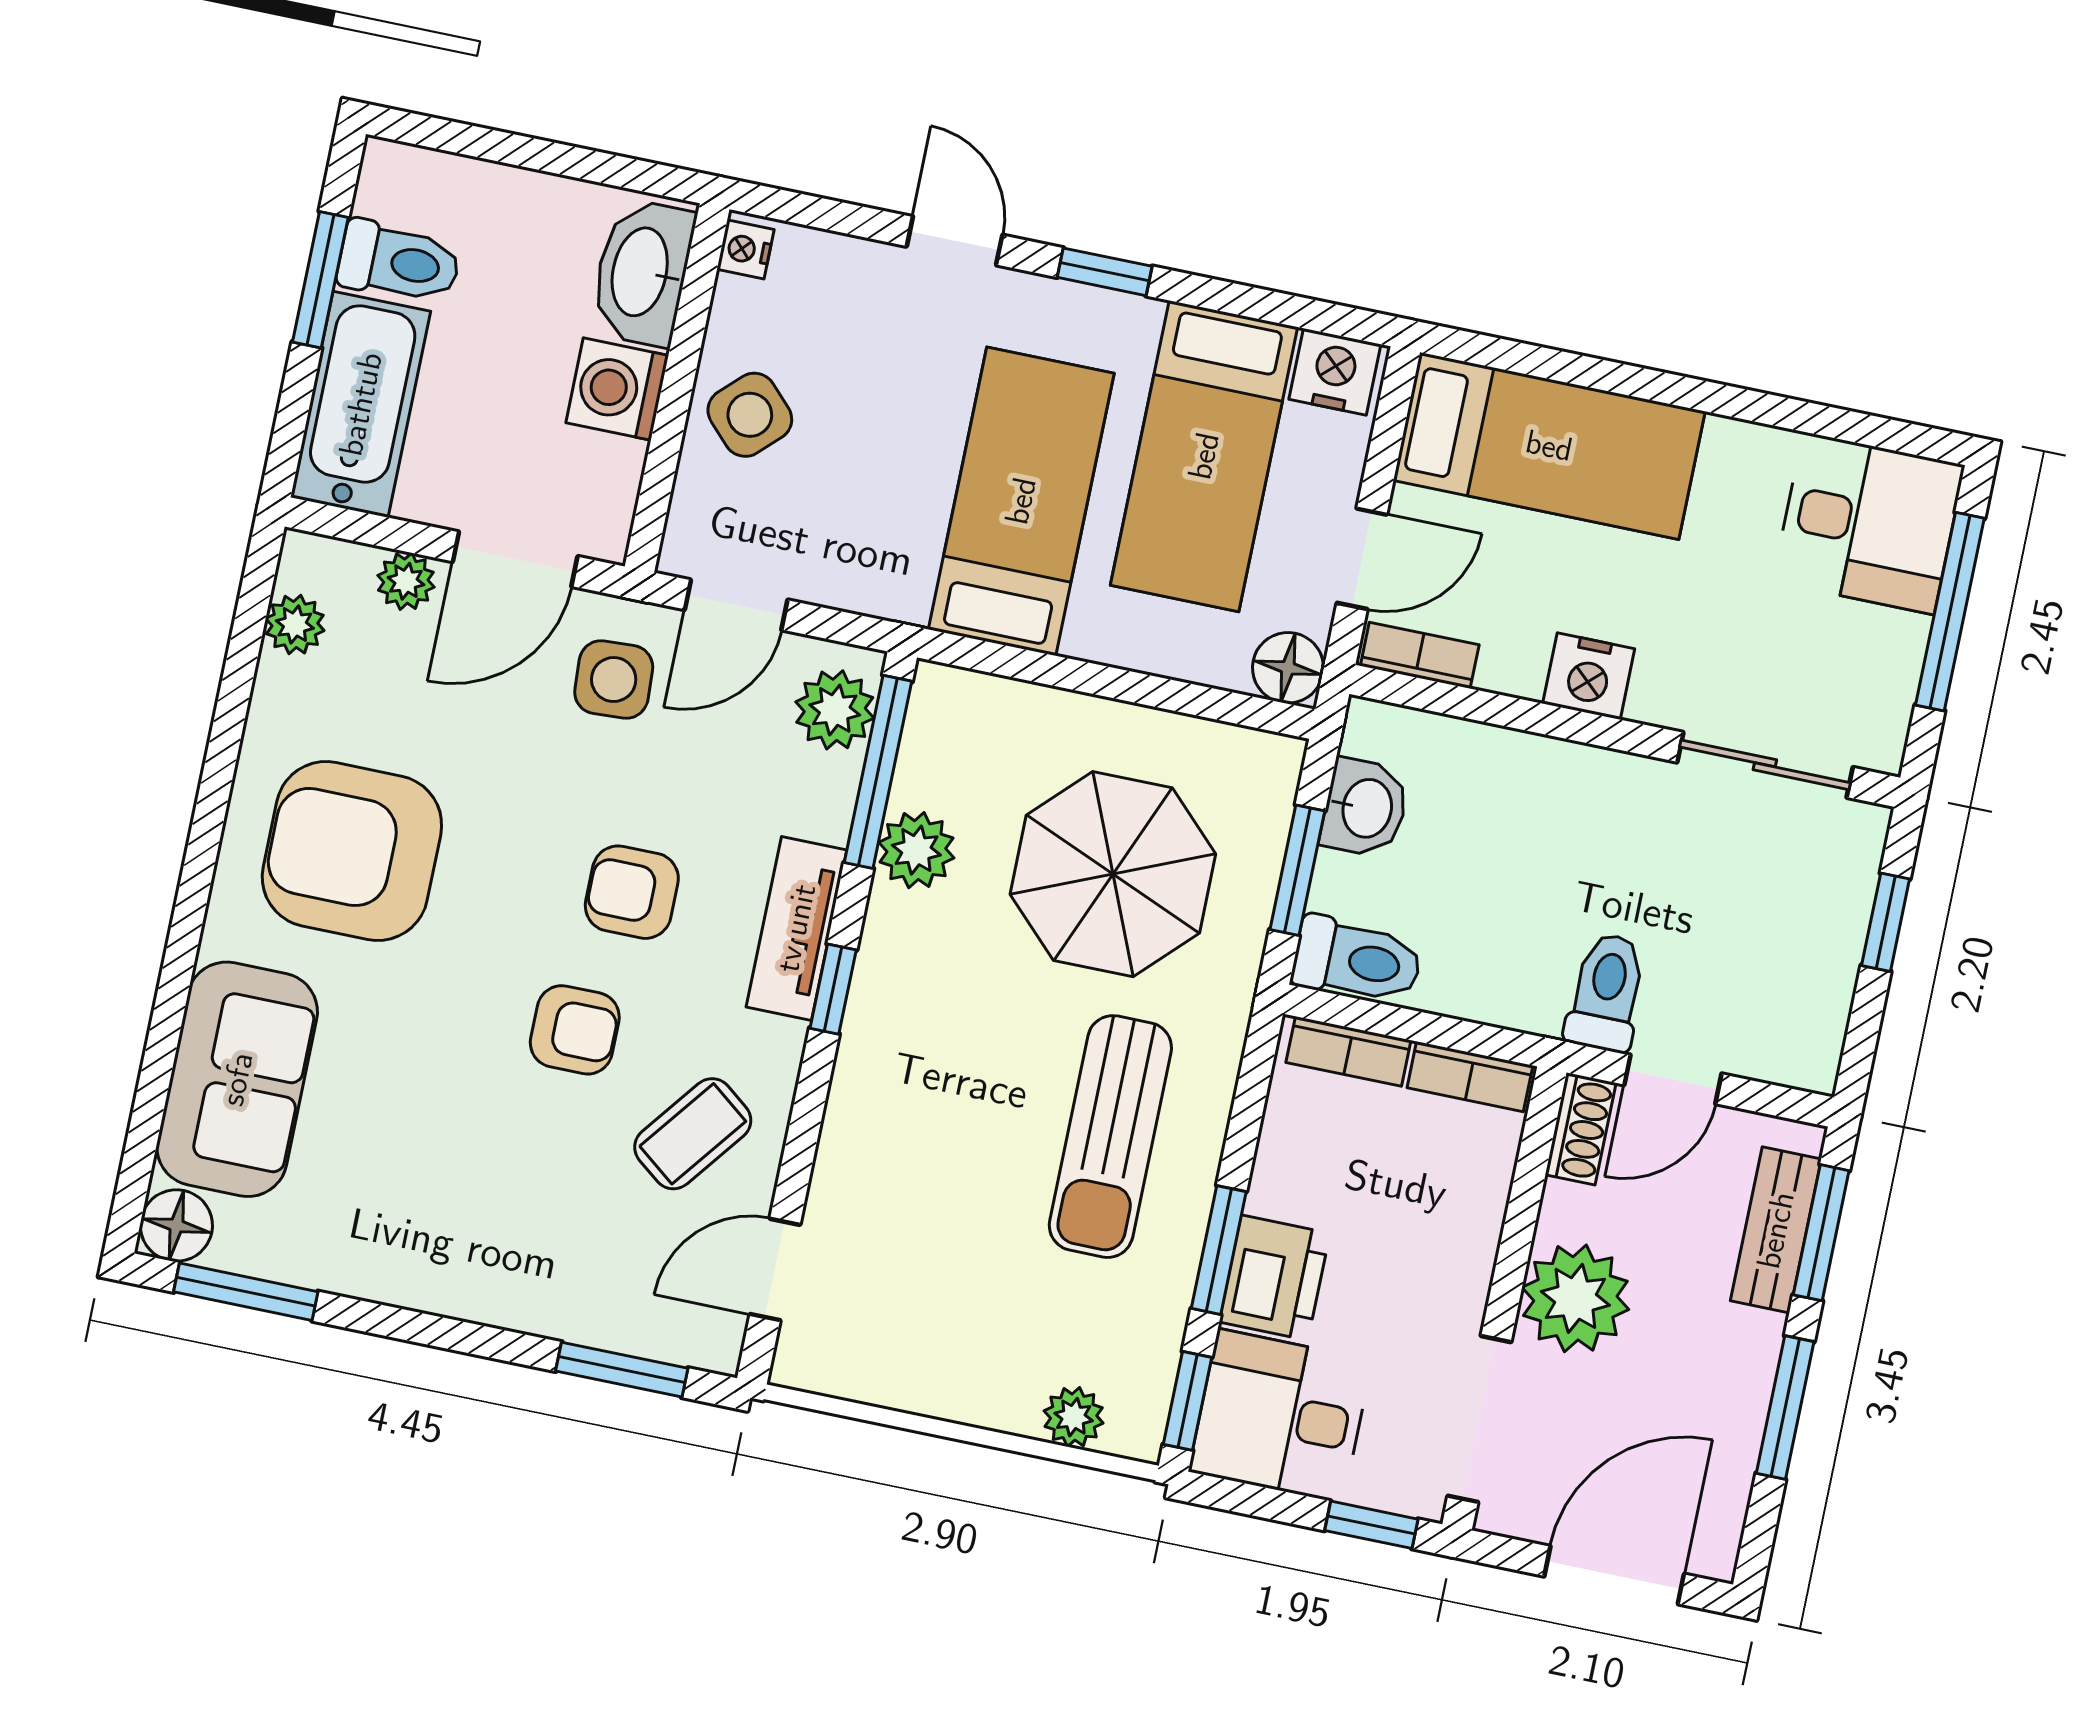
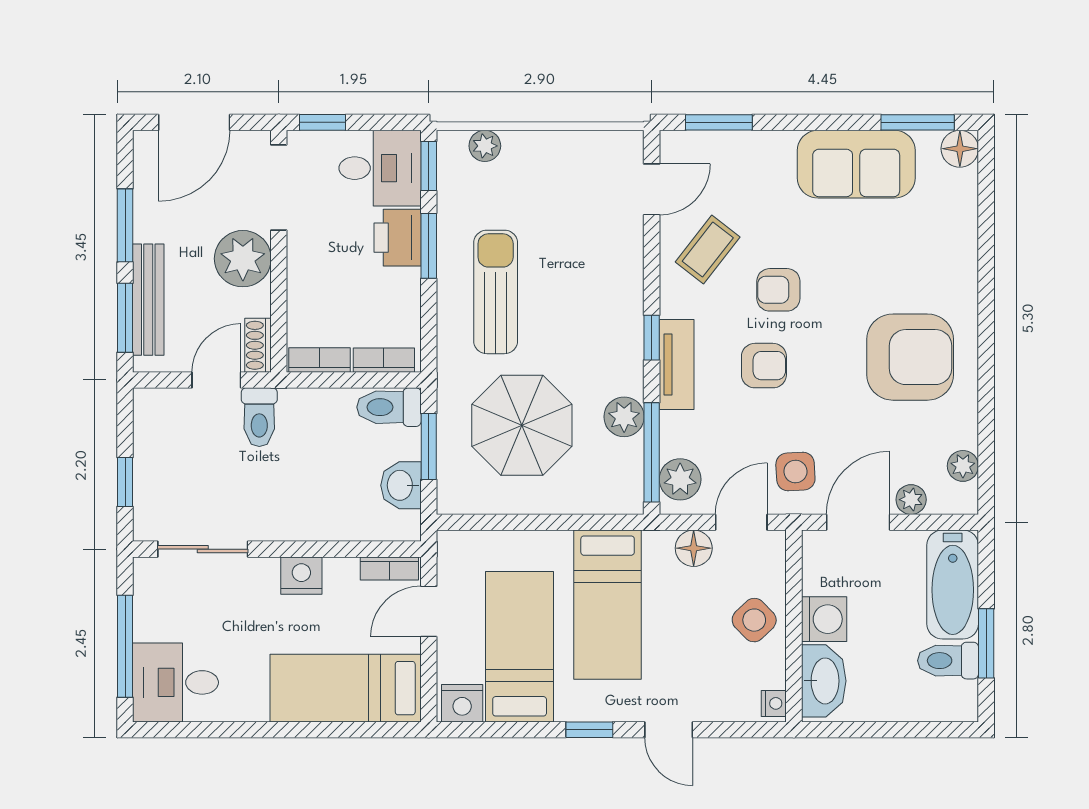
floor lamp: (1288, 668) -> (694, 548), moved
sofa: (237, 1079) -> (856, 164), moved, turned -90
bench: (1776, 1230) -> (148, 300), width x1.36

